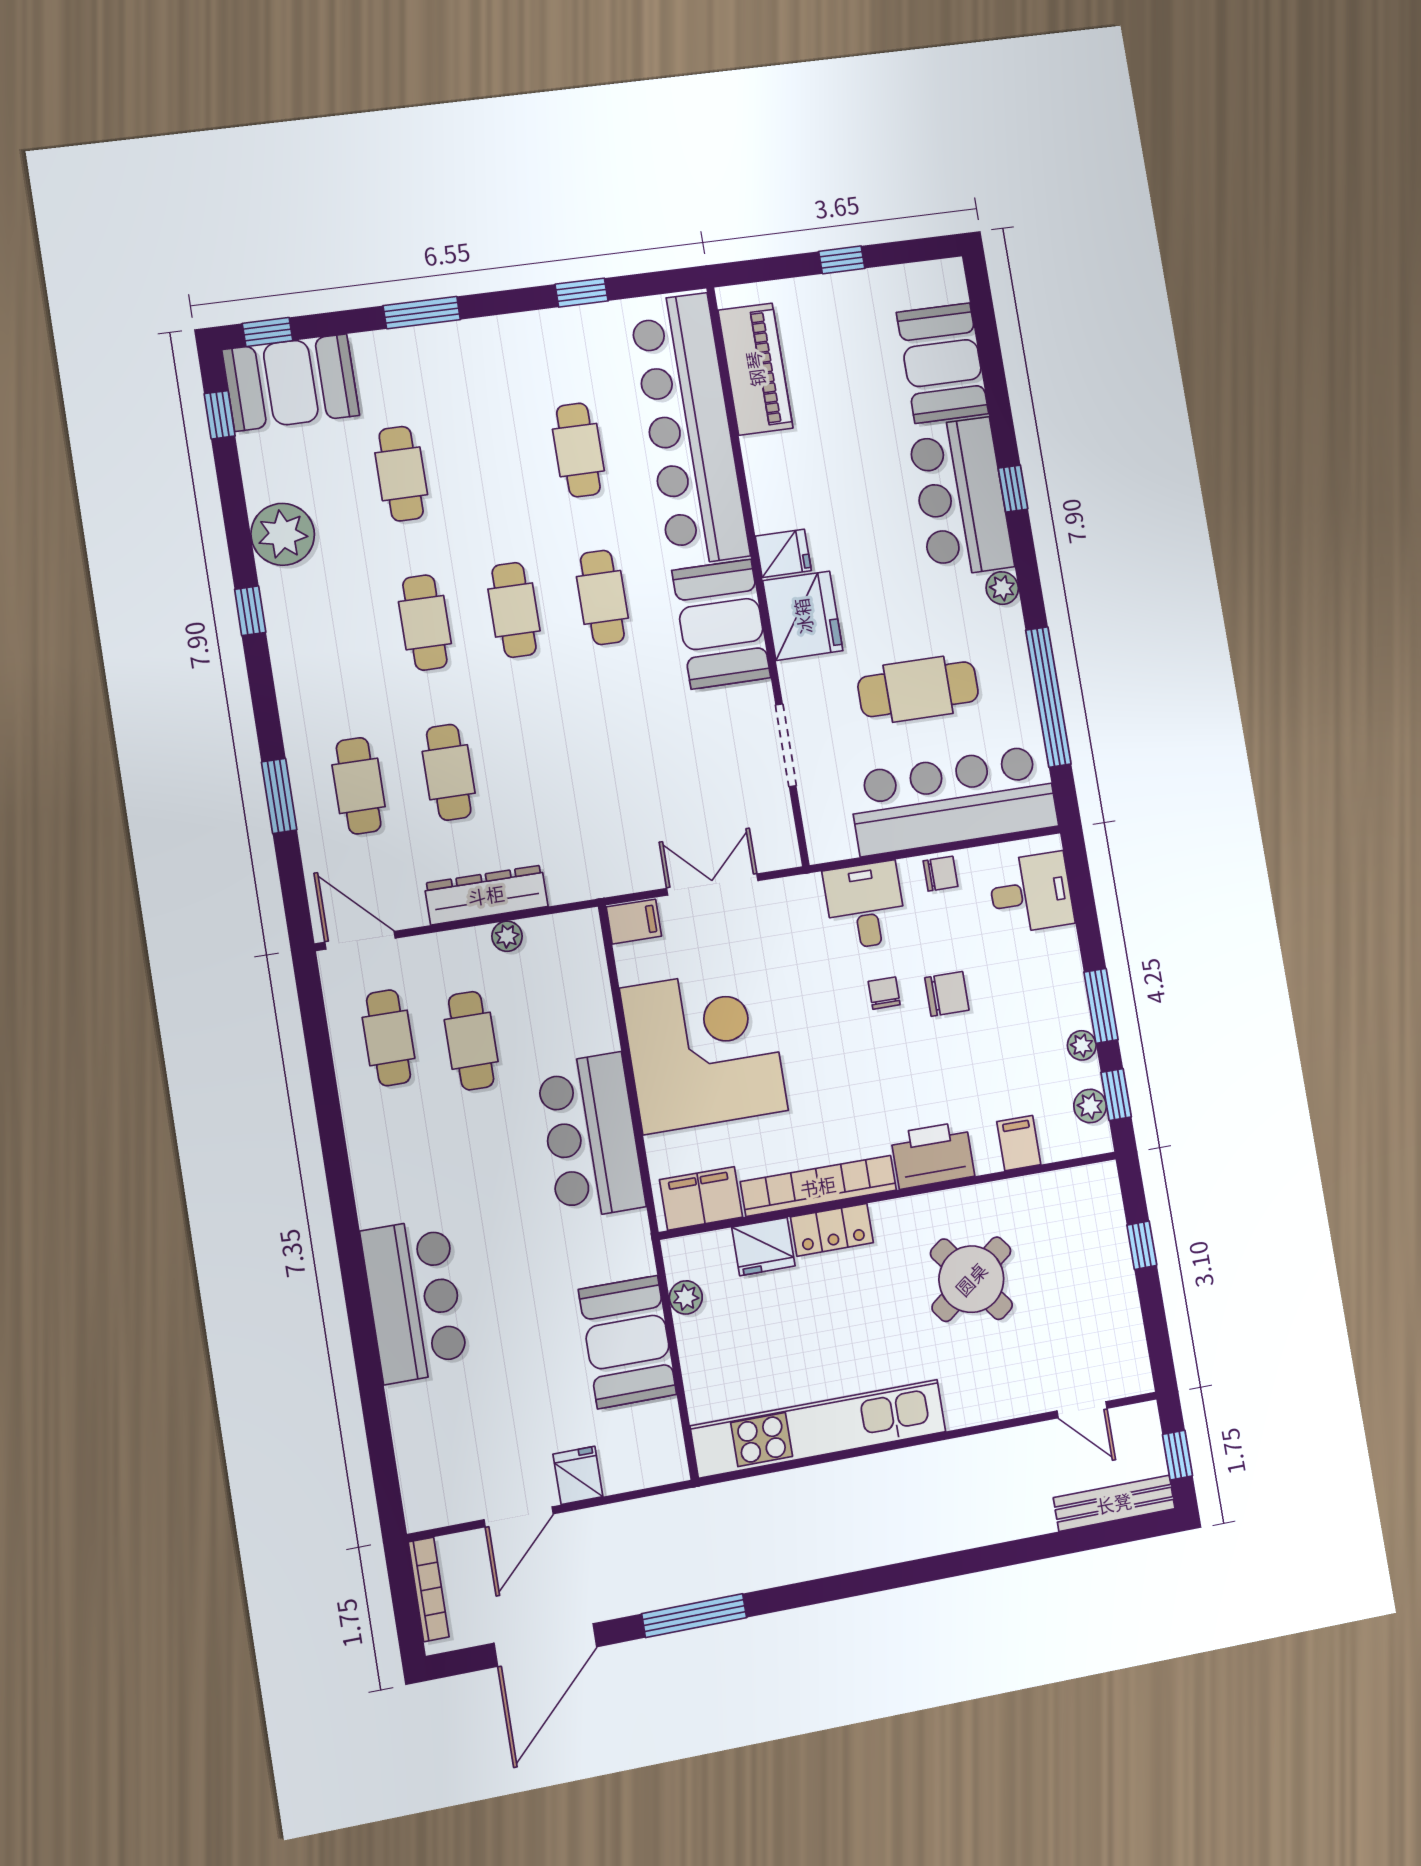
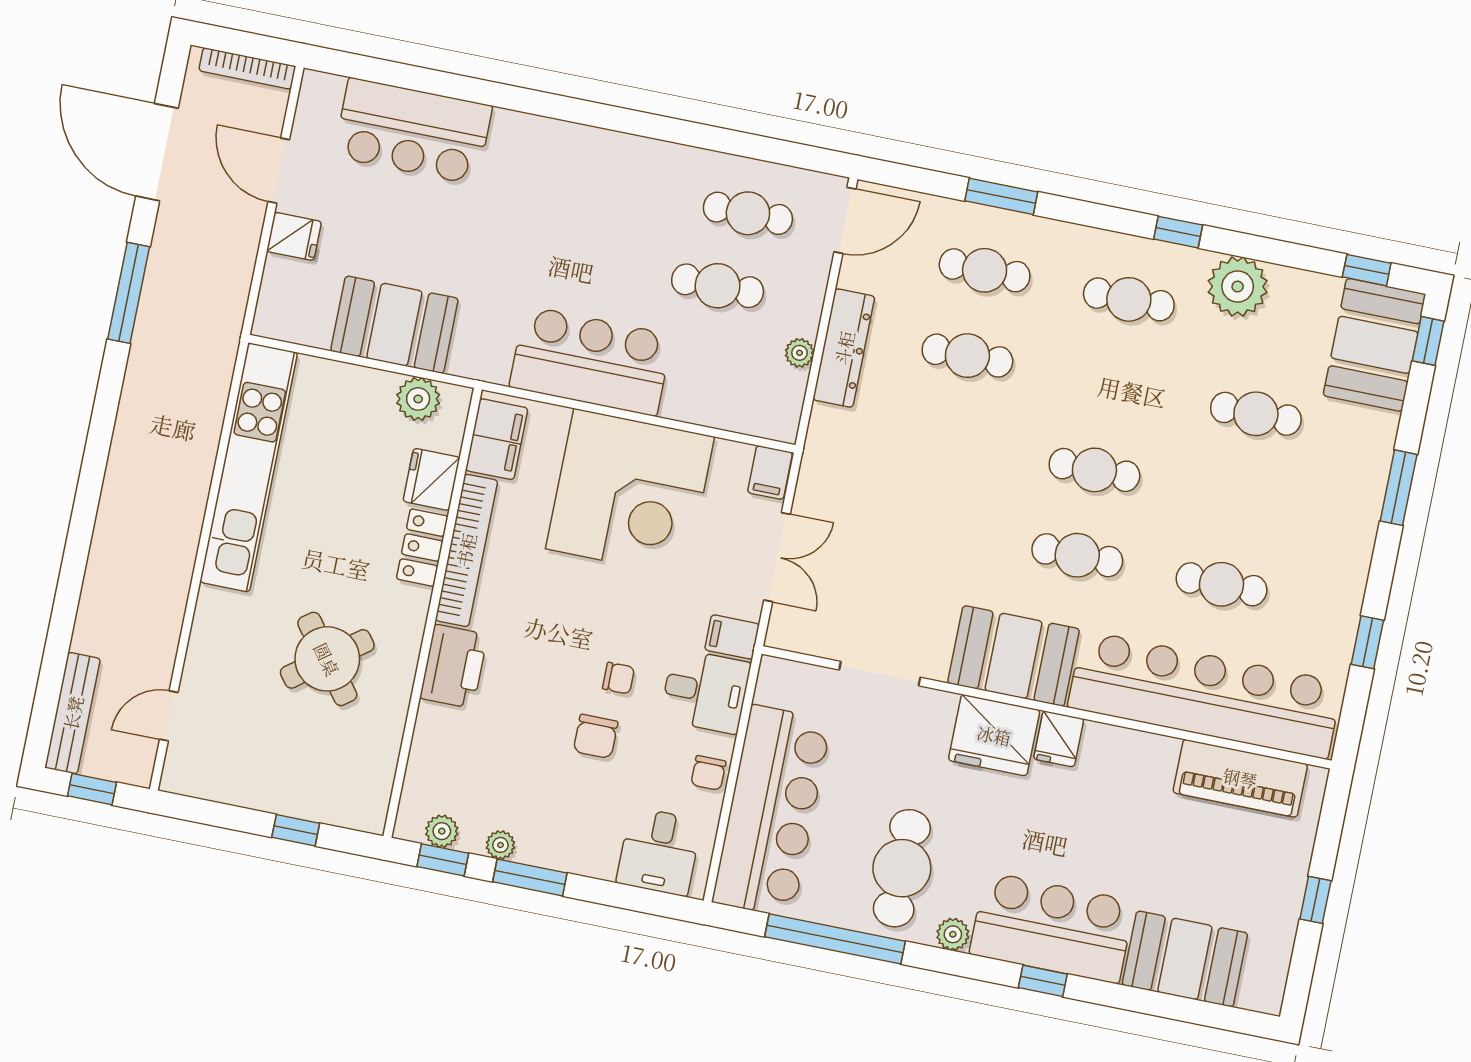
cafe table: (425, 623) -> (1129, 299), moved
cafe table: (918, 689) -> (902, 868), moved
filing cabinet: (1019, 1143) -> (732, 637), moved, turned 180
plant: (686, 1297) -> (418, 399), width x1.38, depth x1.38
bar counter: (414, 1300) -> (413, 131), moved

